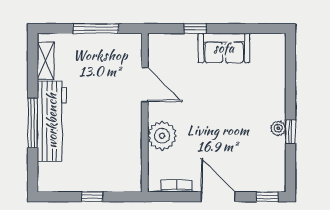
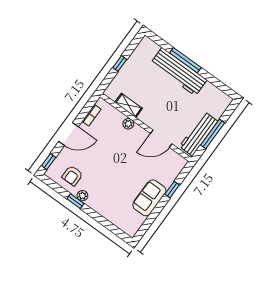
workbench: (108, 45) -> (199, 134), added
shelving: (46, 61) -> (129, 105), moved
plant: (162, 136) -> (128, 124), width x0.53, depth x0.53
armchair: (263, 157) -> (72, 176), added

